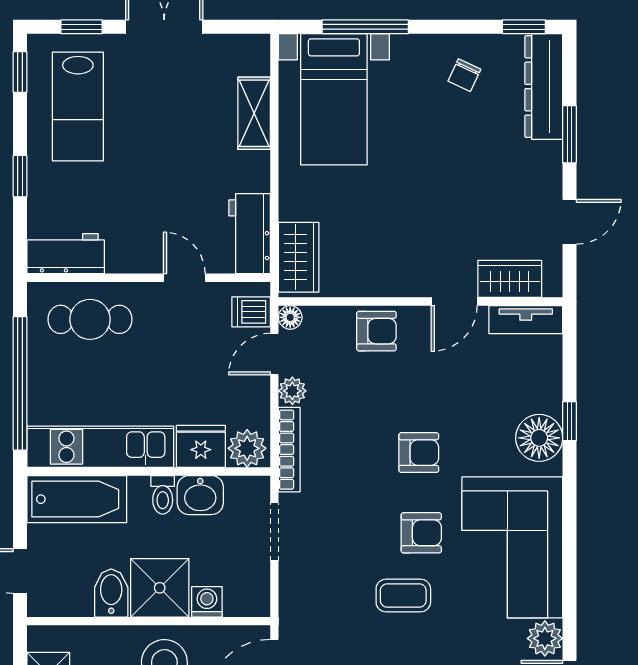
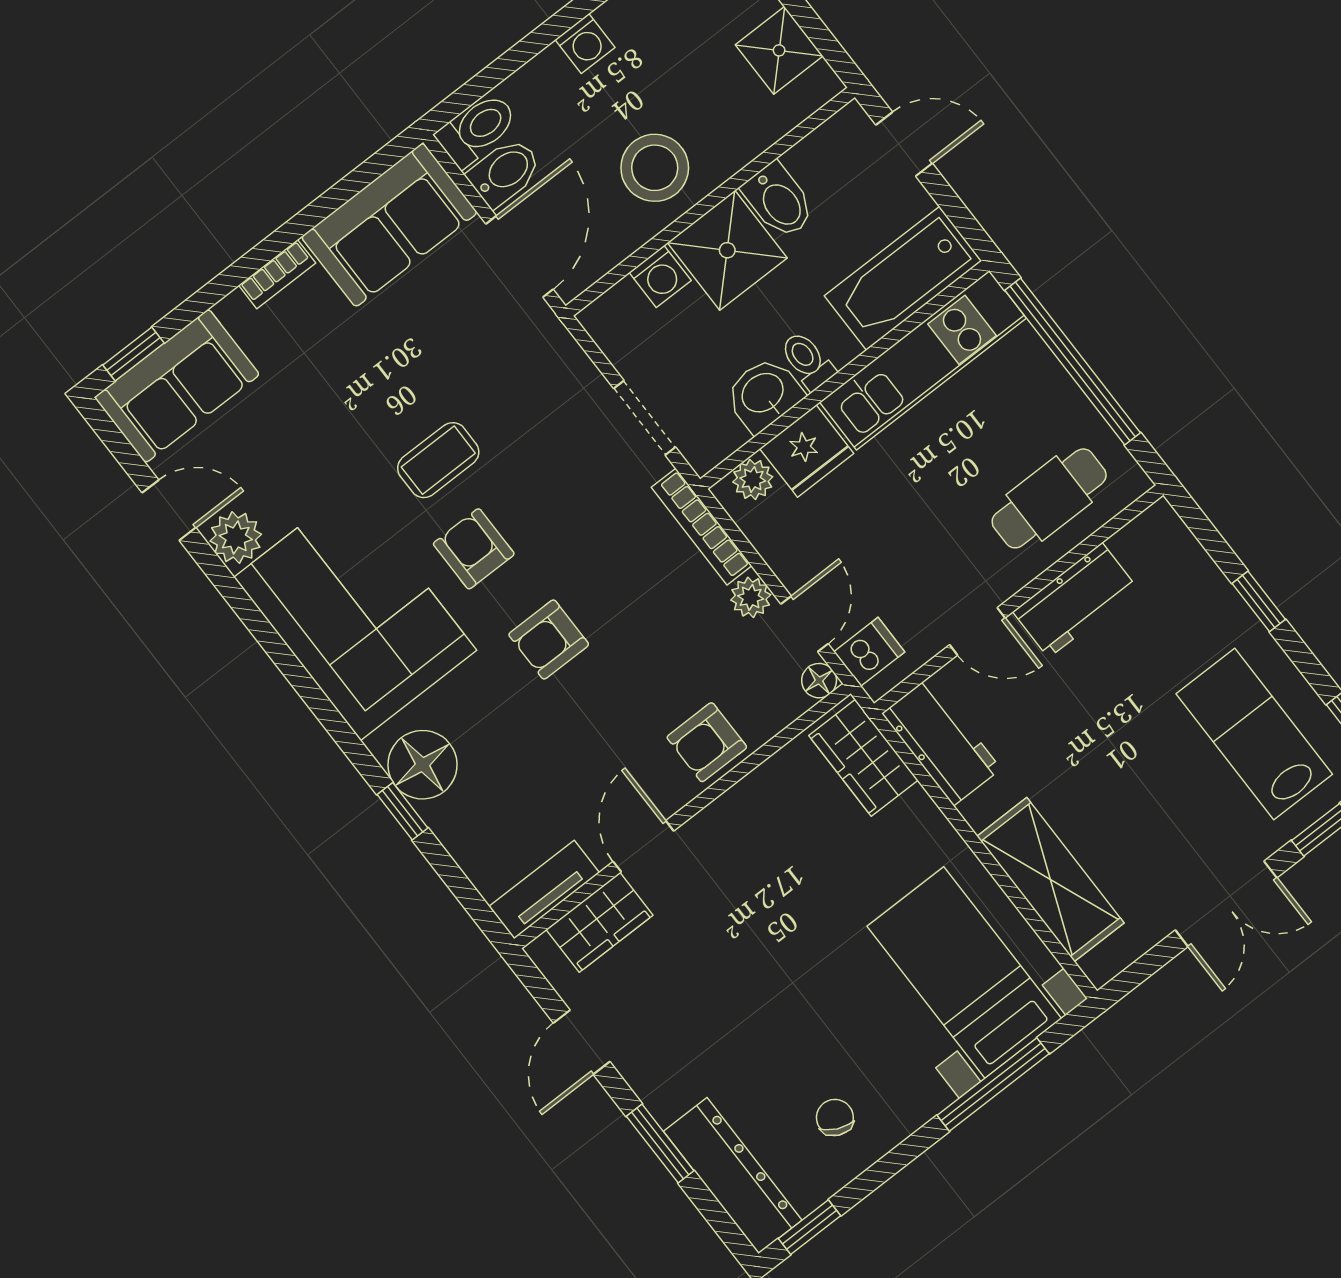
shelving: (254, 113) -> (1051, 880), width x1.50, depth x1.33
workbench: (66, 254) -> (1075, 600), moved
plant: (247, 448) -> (753, 479), width x0.73, depth x0.73
armchair: (421, 533) -> (474, 549), turned 90

